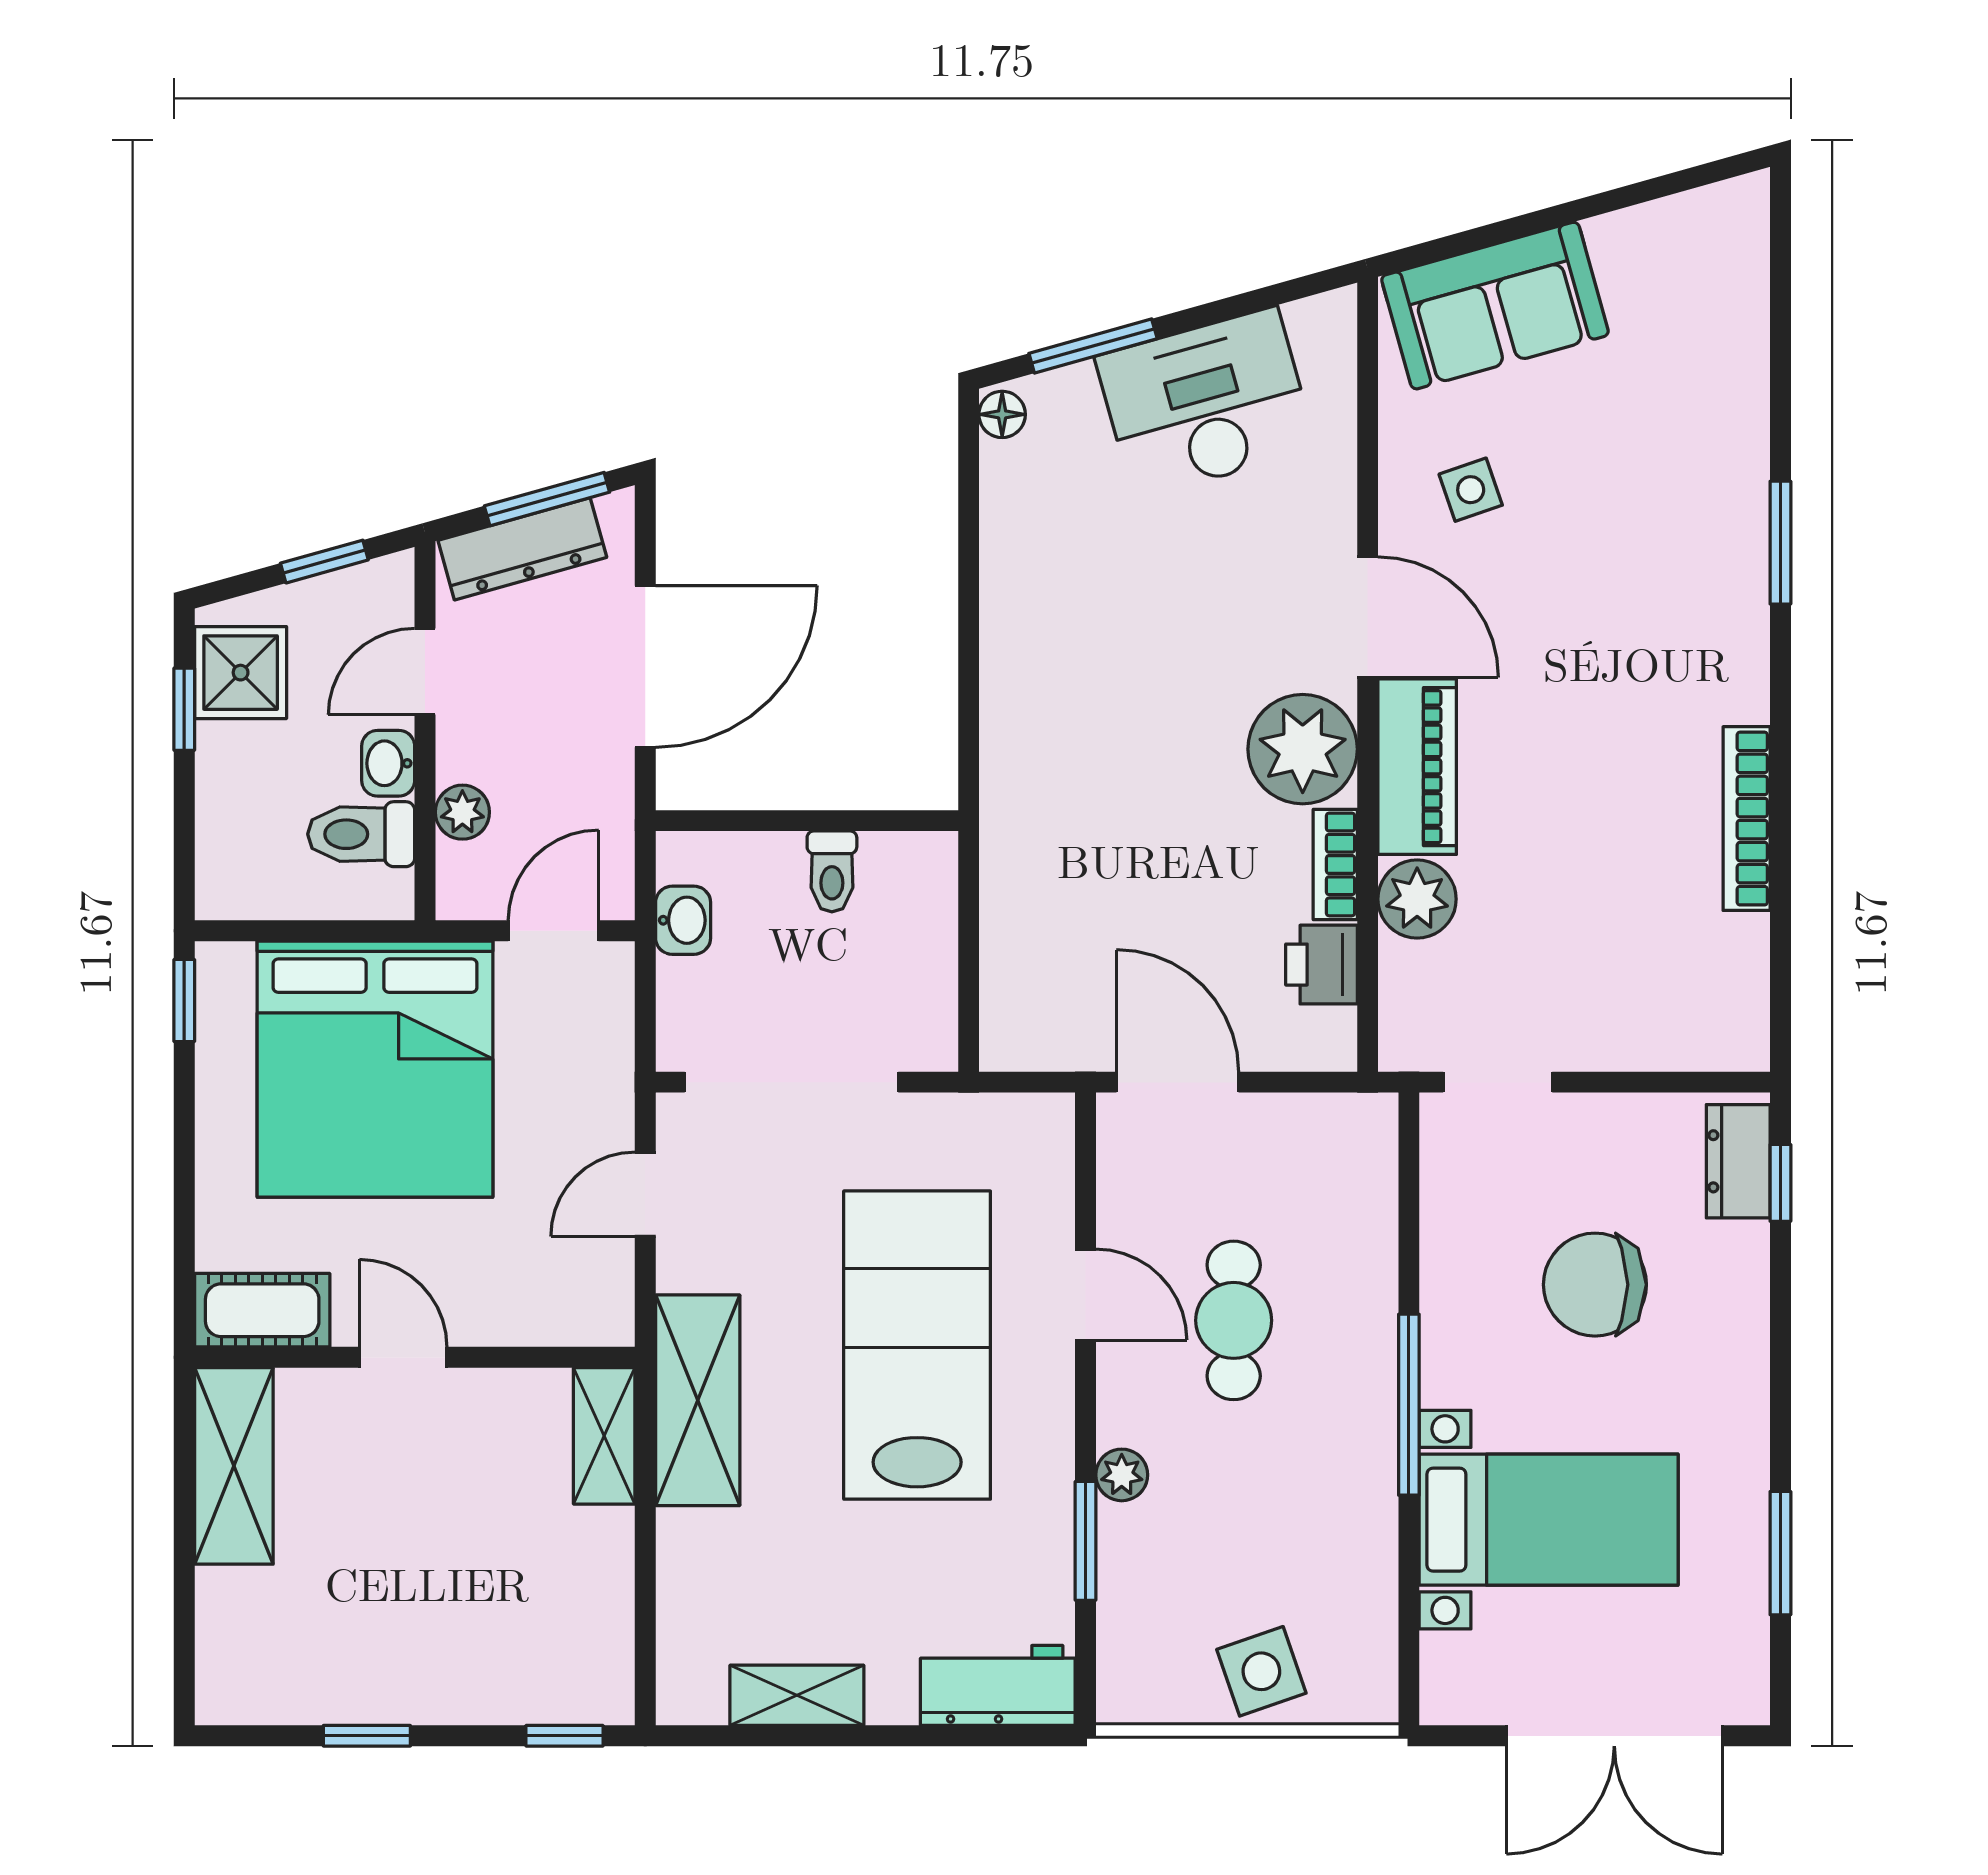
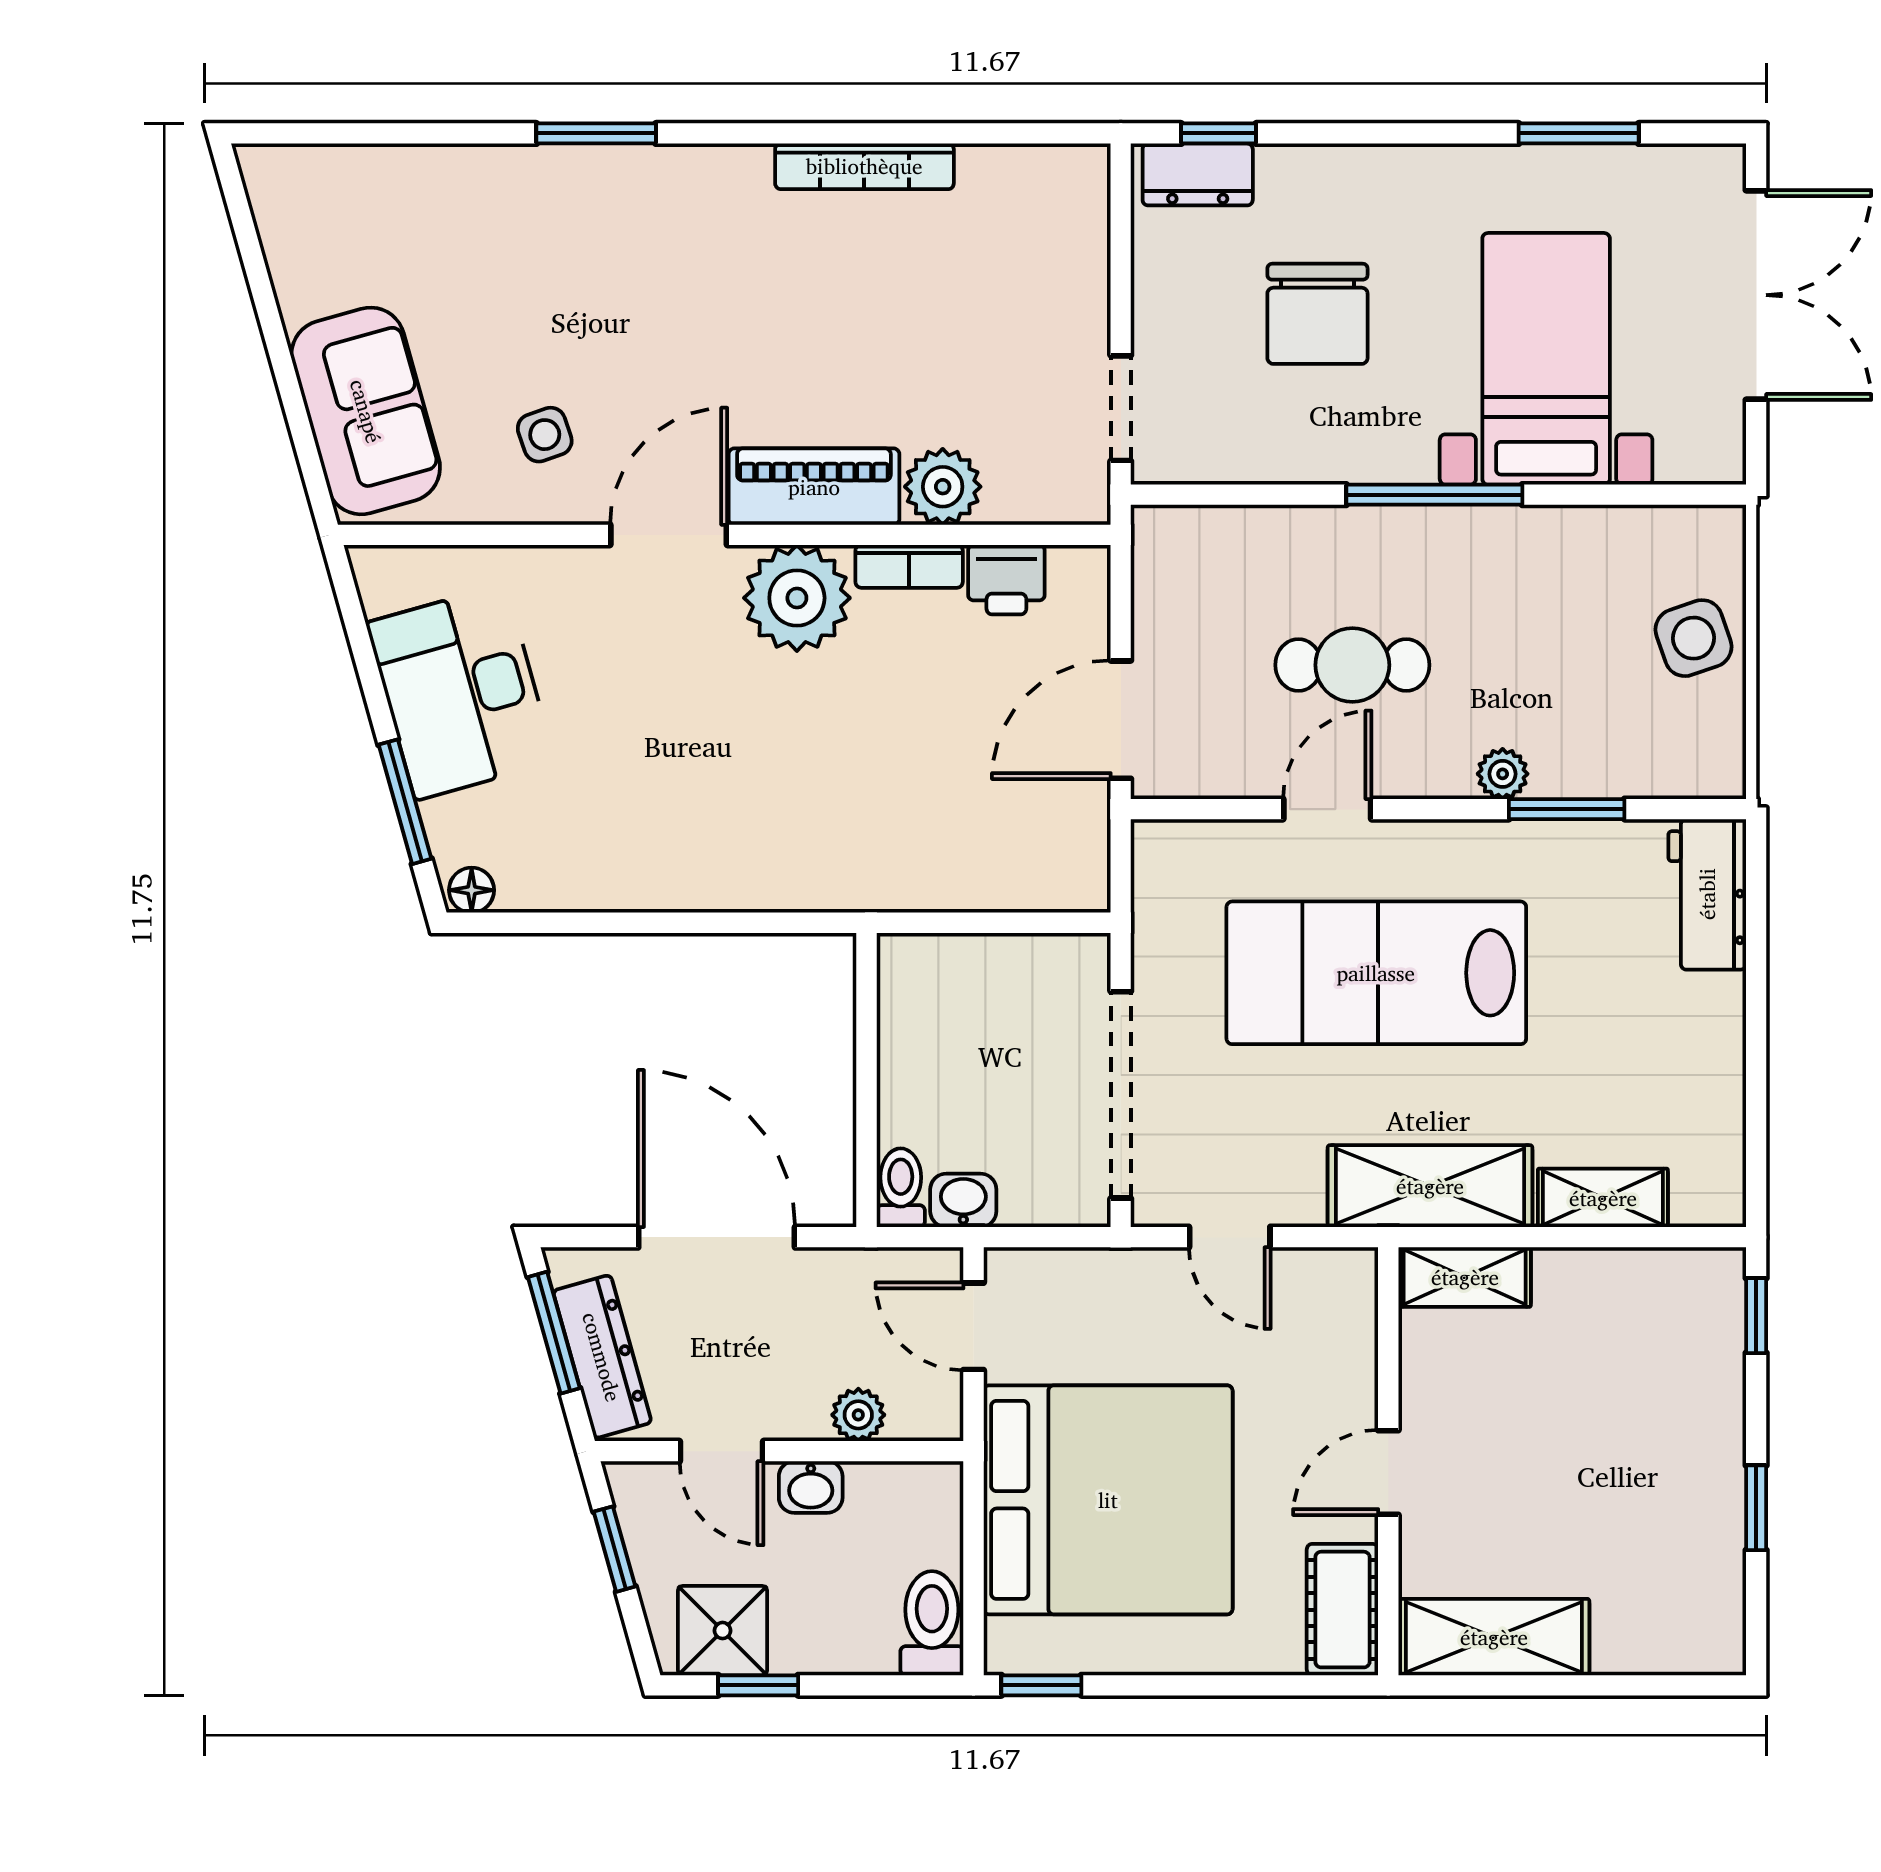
toilet: (361, 834) -> (932, 1623), moved, turned 180
toilet: (832, 871) -> (901, 1188), moved, turned -90
shelving: (797, 1695) -> (1603, 1198), moved, turned 90

